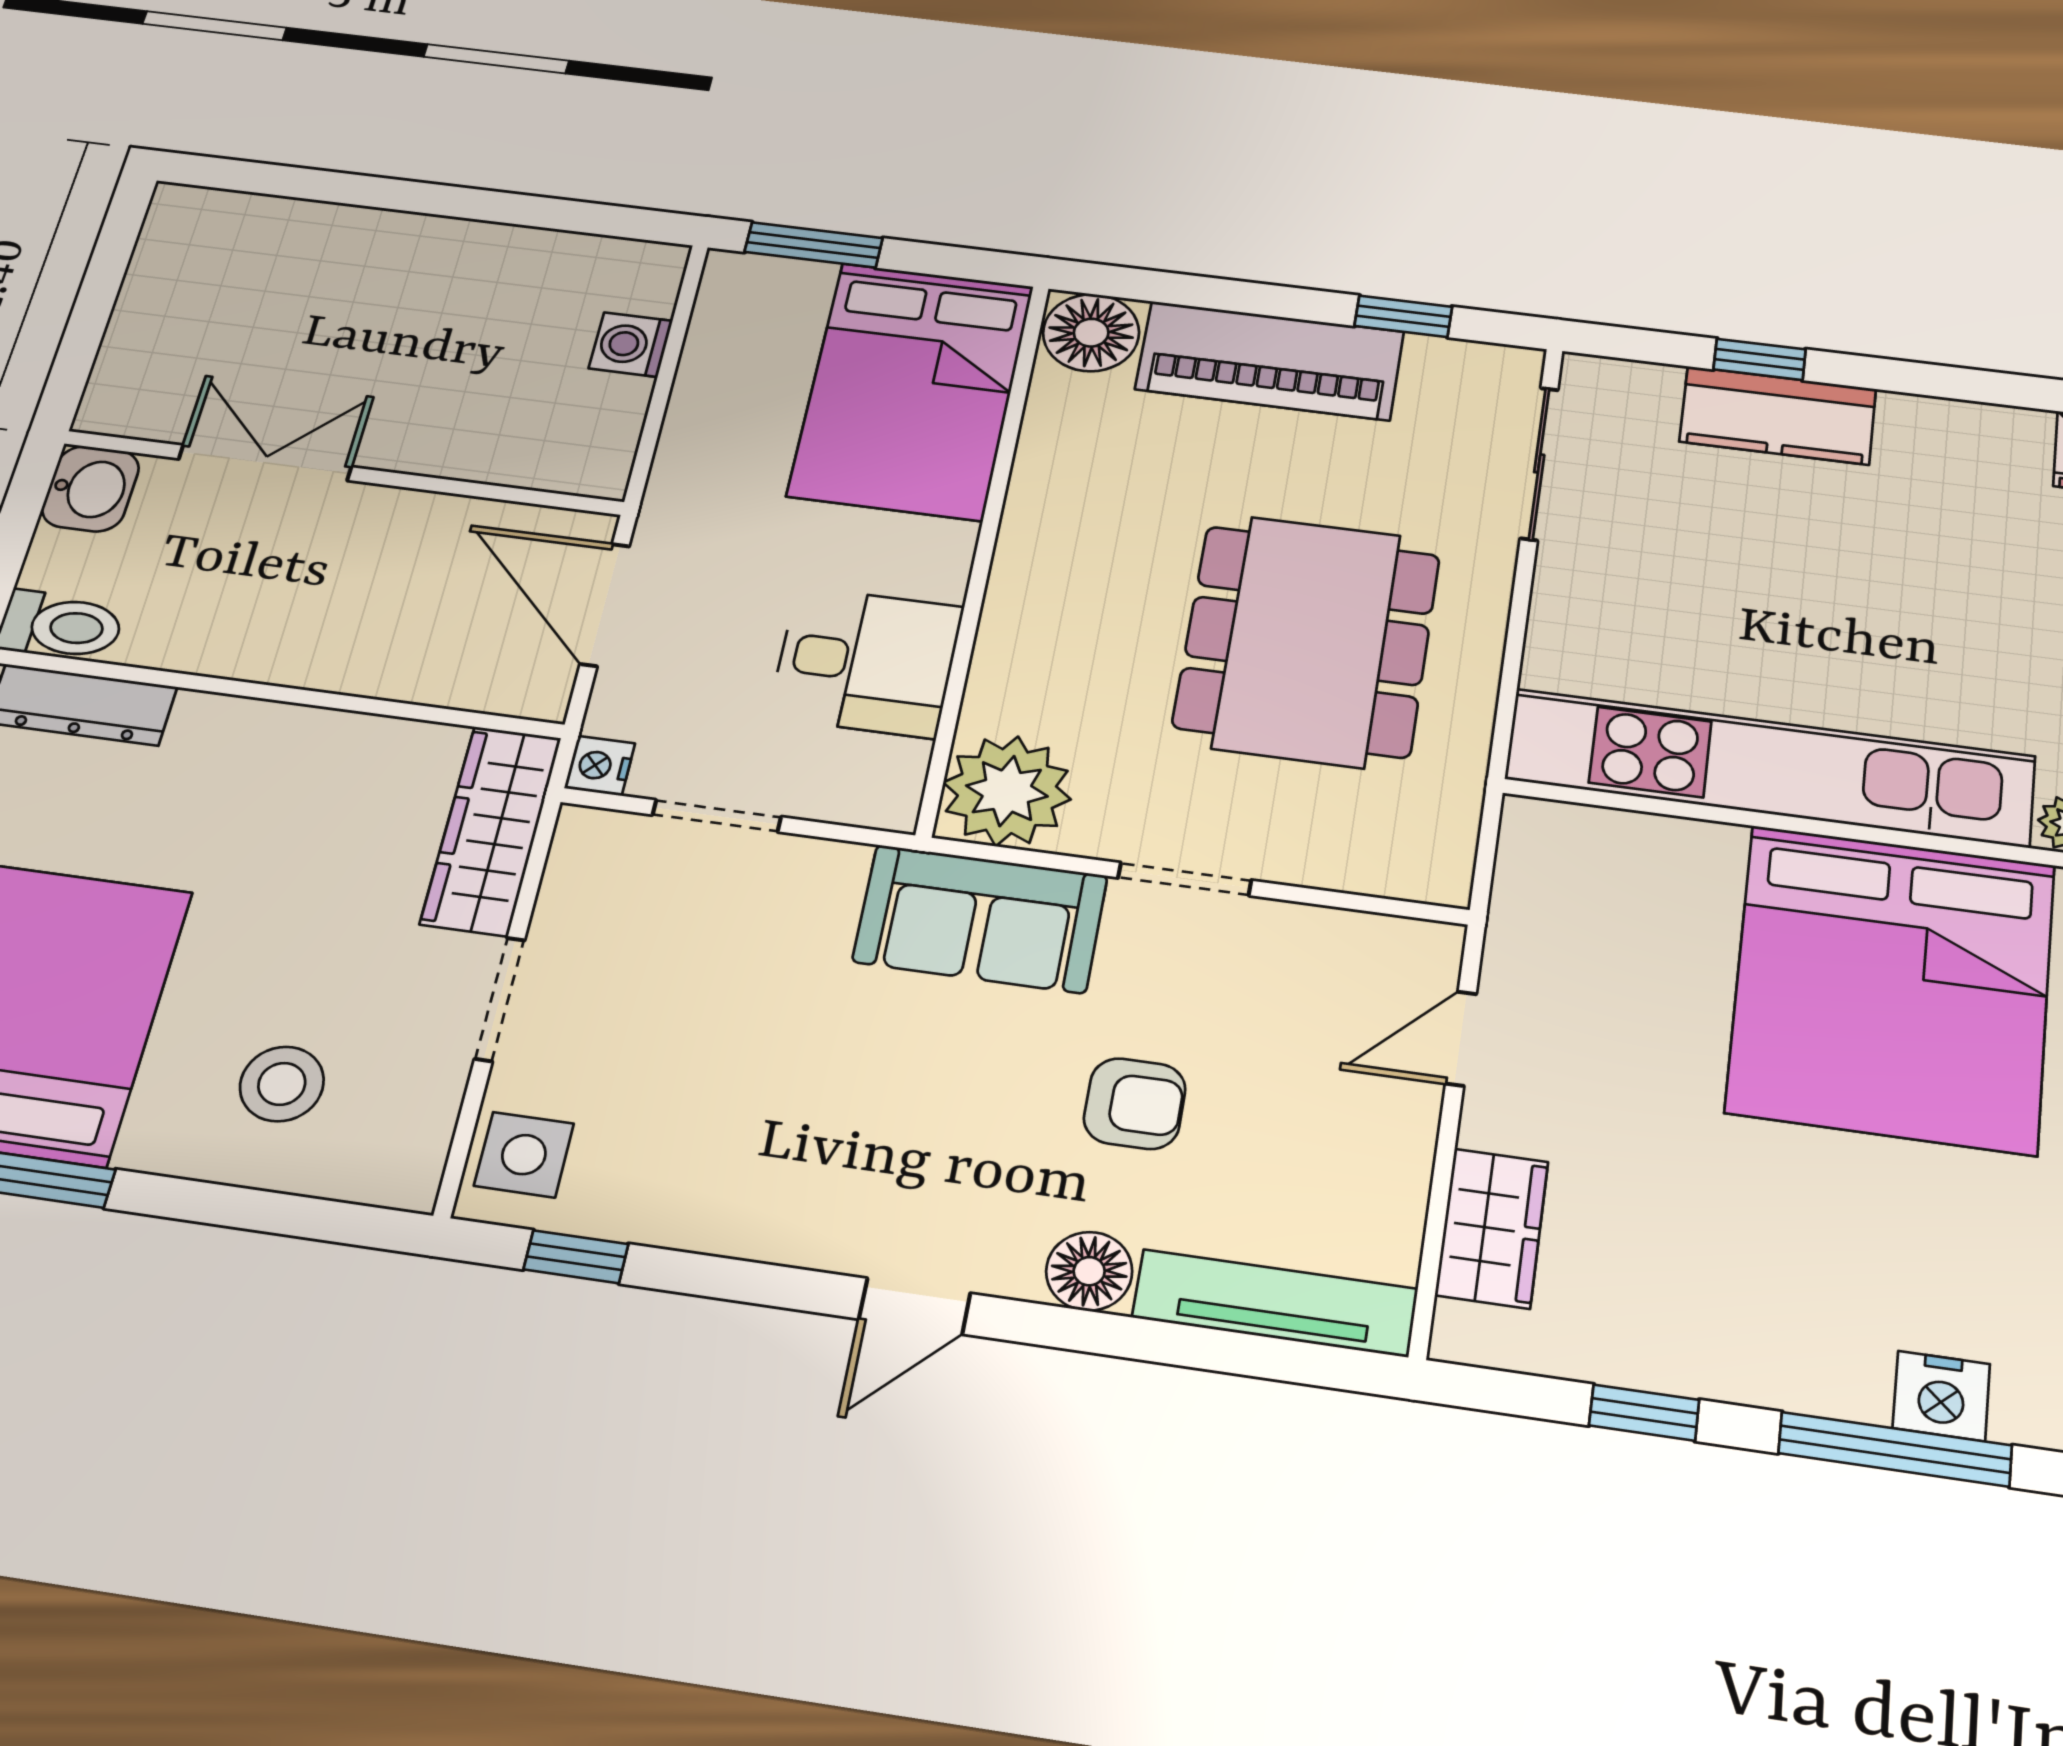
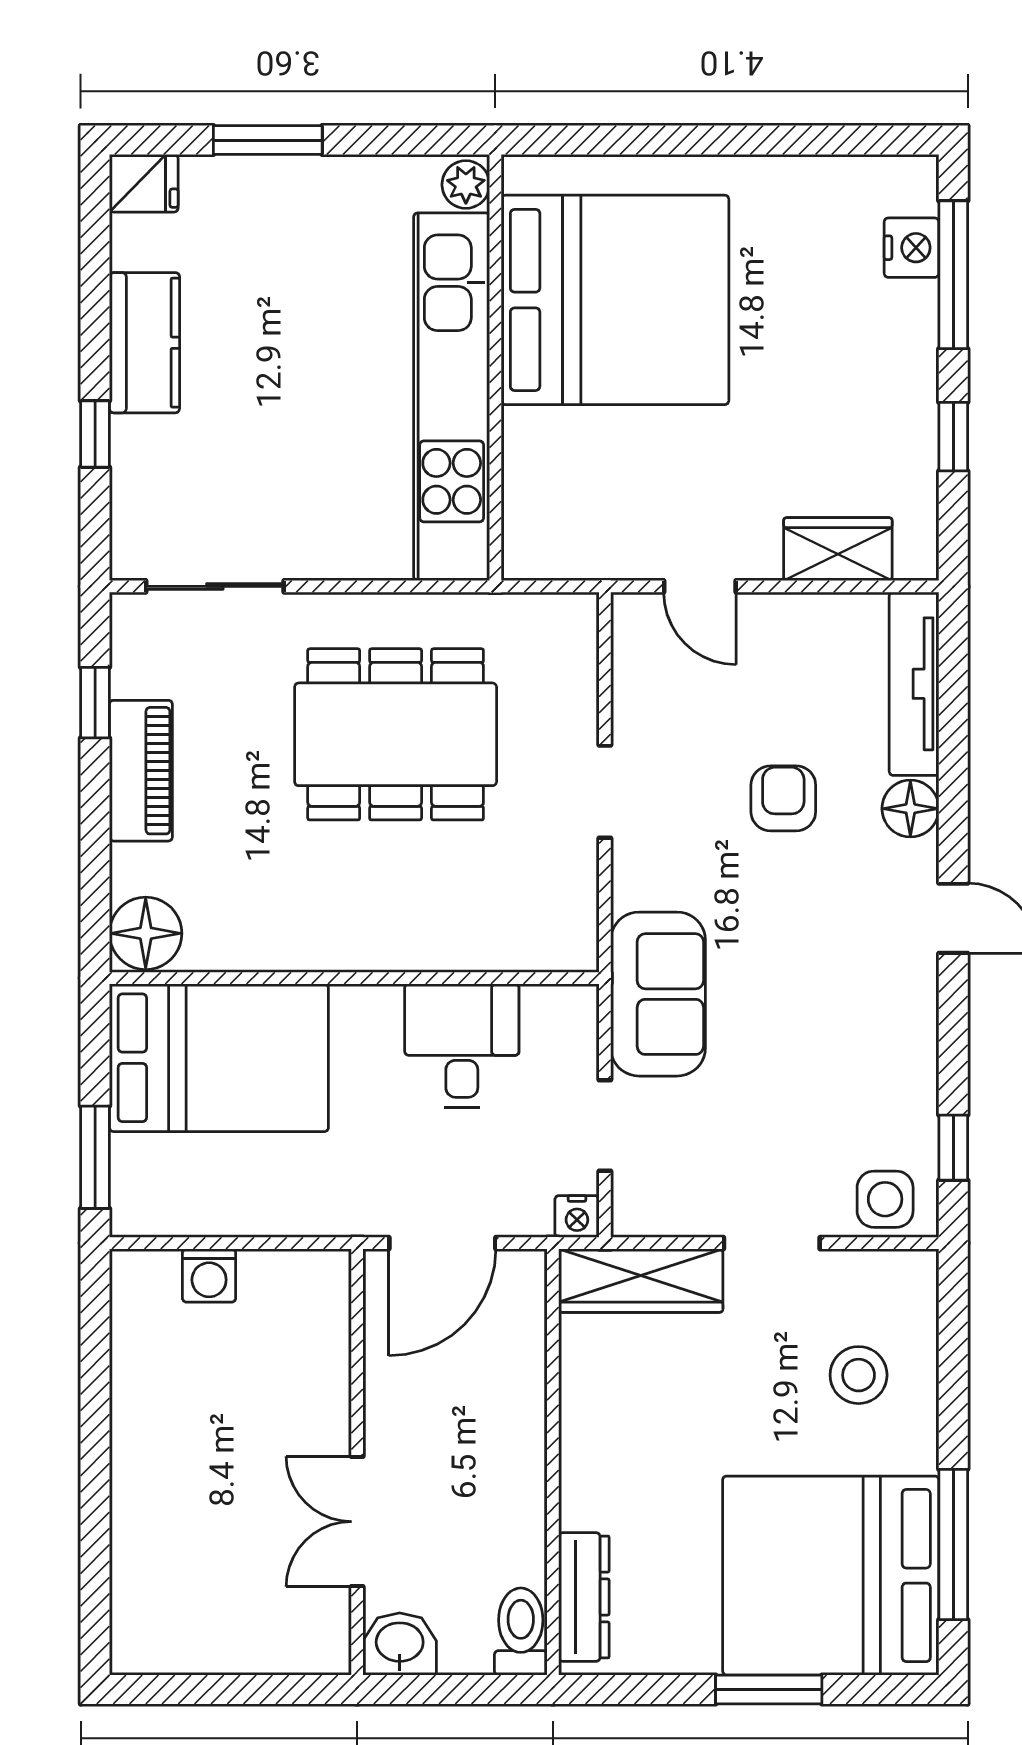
piano: (1270, 360) -> (141, 771), width x0.73, depth x0.75
kitchen counter: (1778, 415) -> (144, 343), moved
plant: (1007, 791) -> (553, 926), removed
sofa: (980, 919) -> (658, 994), moved

